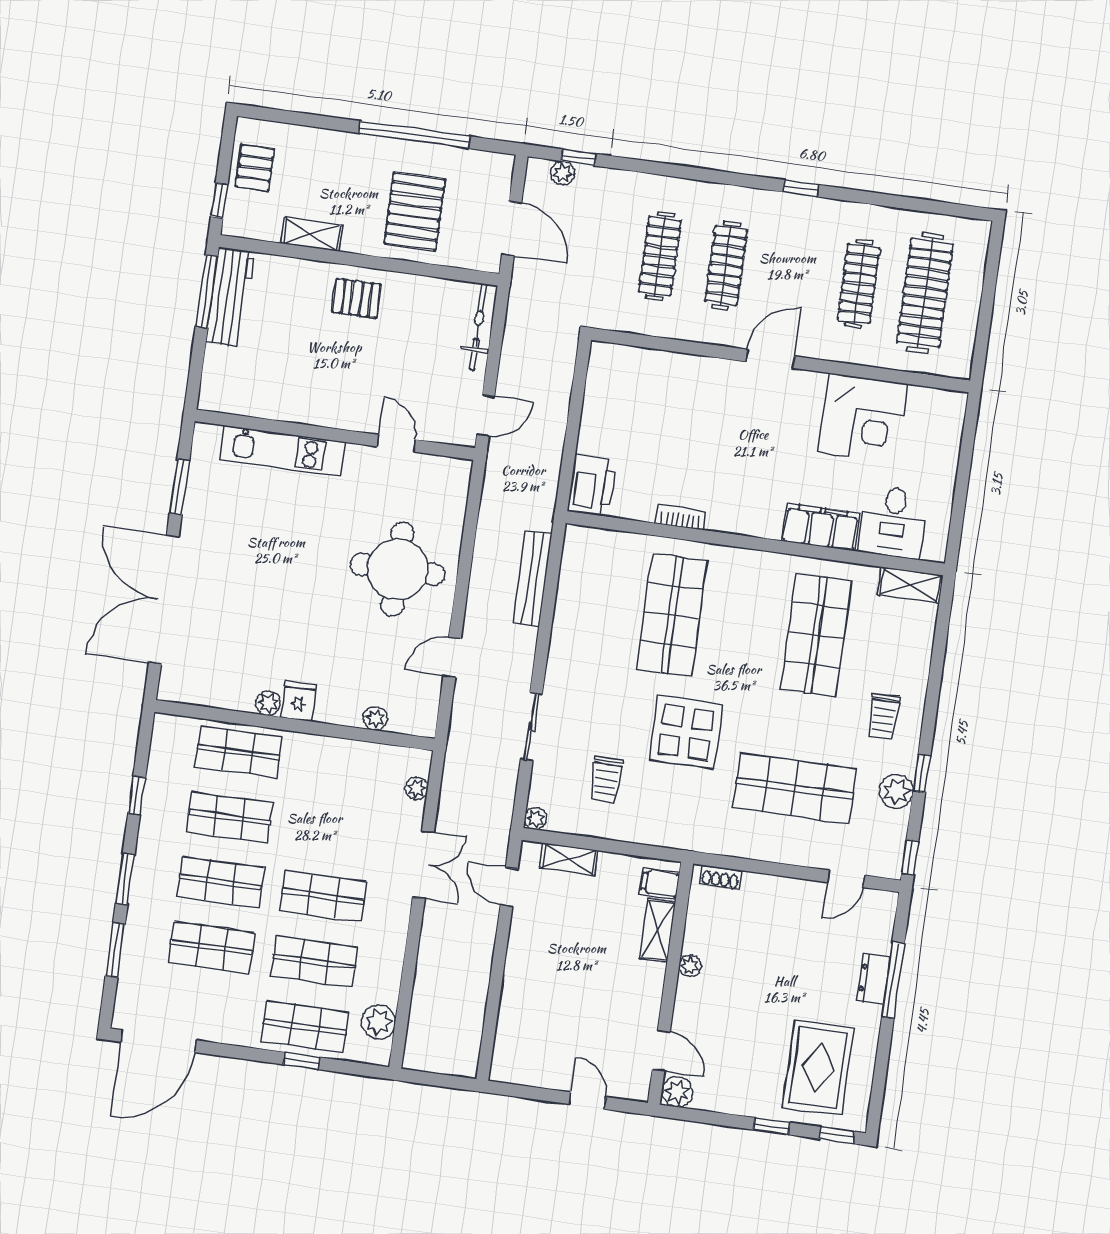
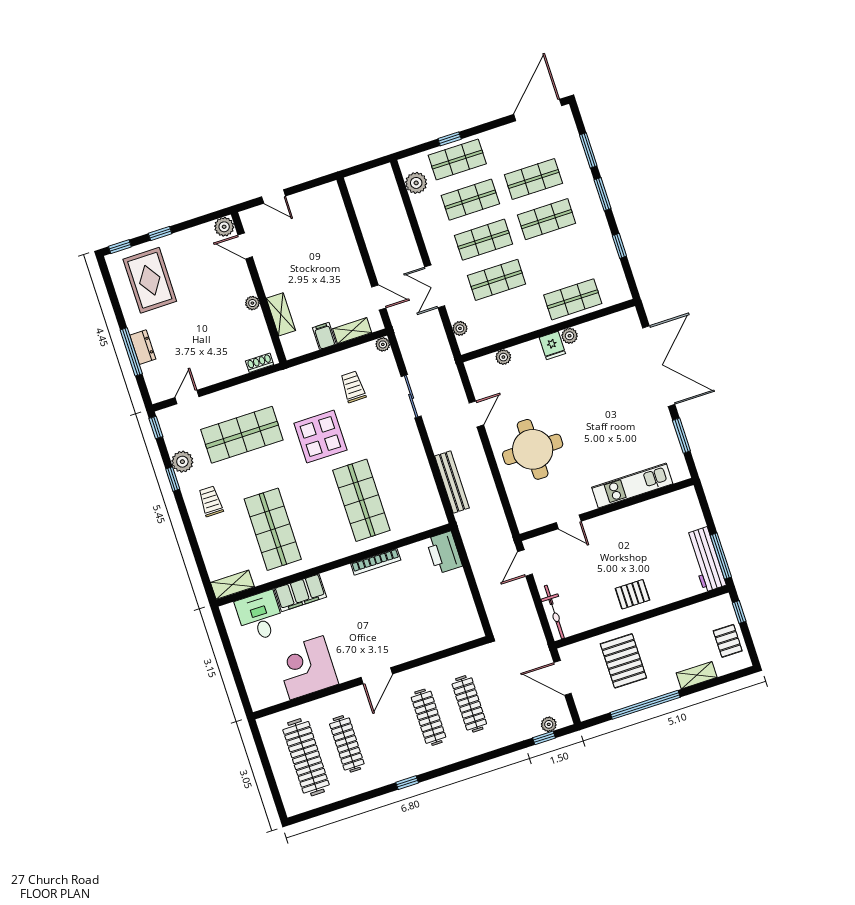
shelving: (312, 234) -> (697, 675), moved
bookcase: (680, 517) -> (376, 562), width x1.56
shop shelf: (230, 817) -> (497, 280), moved
filing cabinet: (660, 883) -> (324, 336), moved, turned -90

